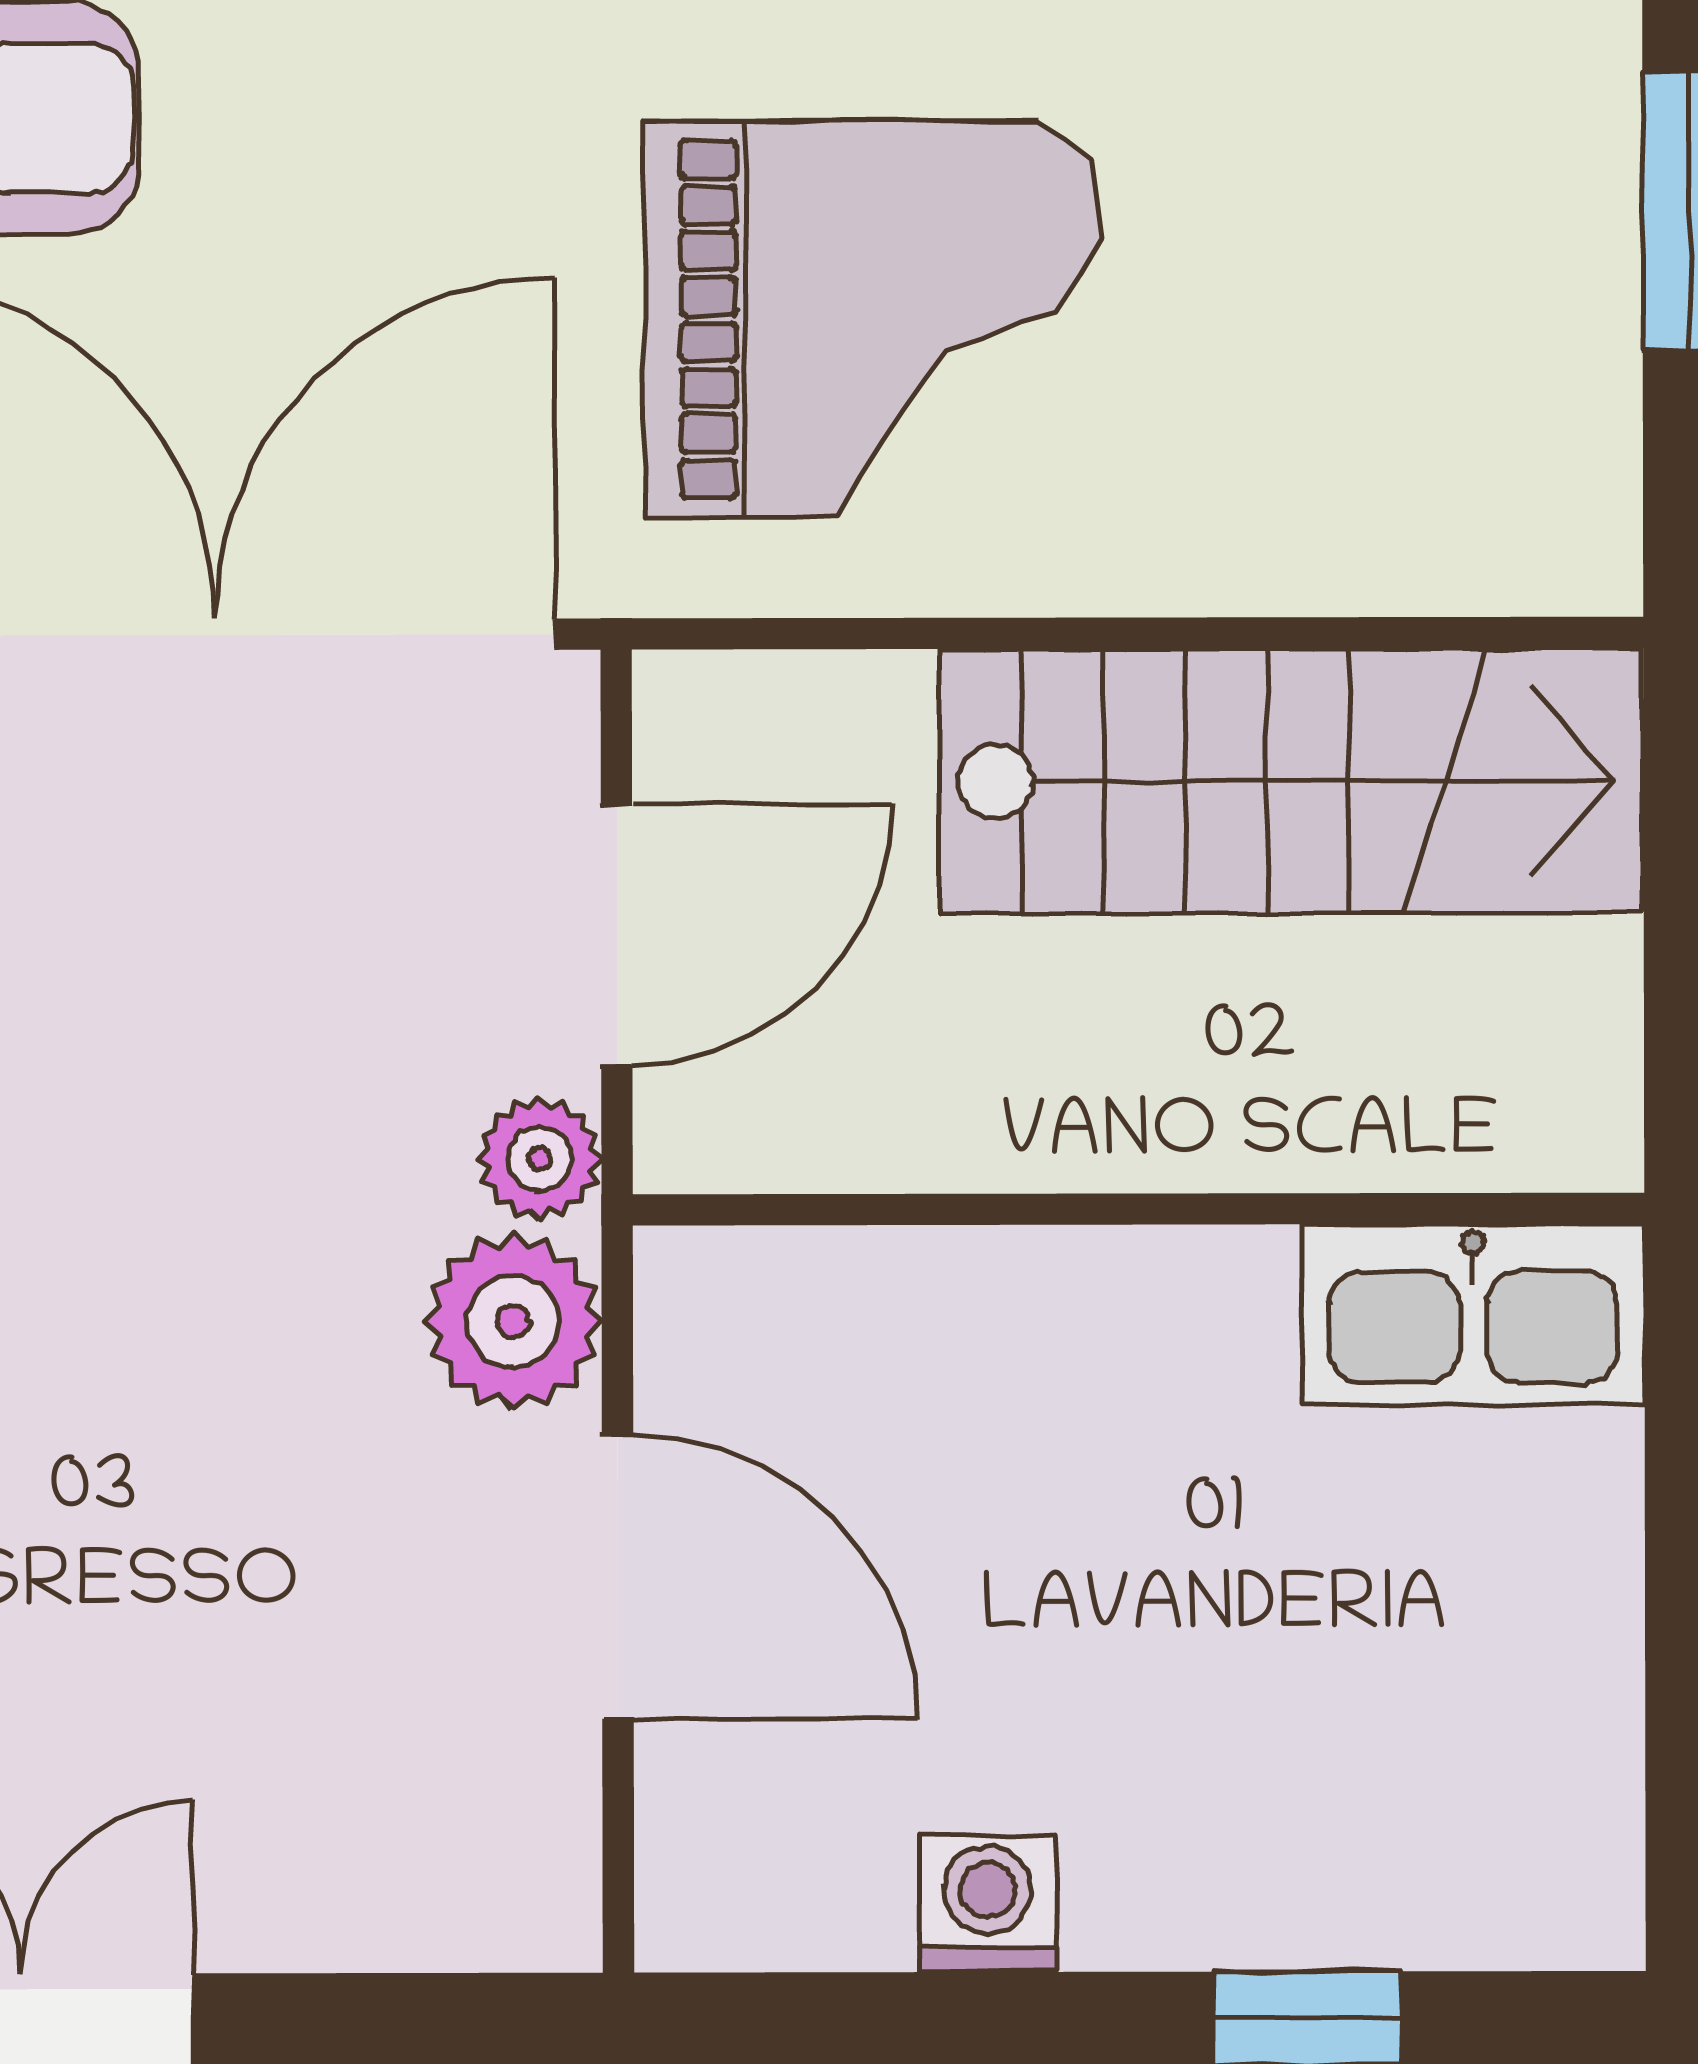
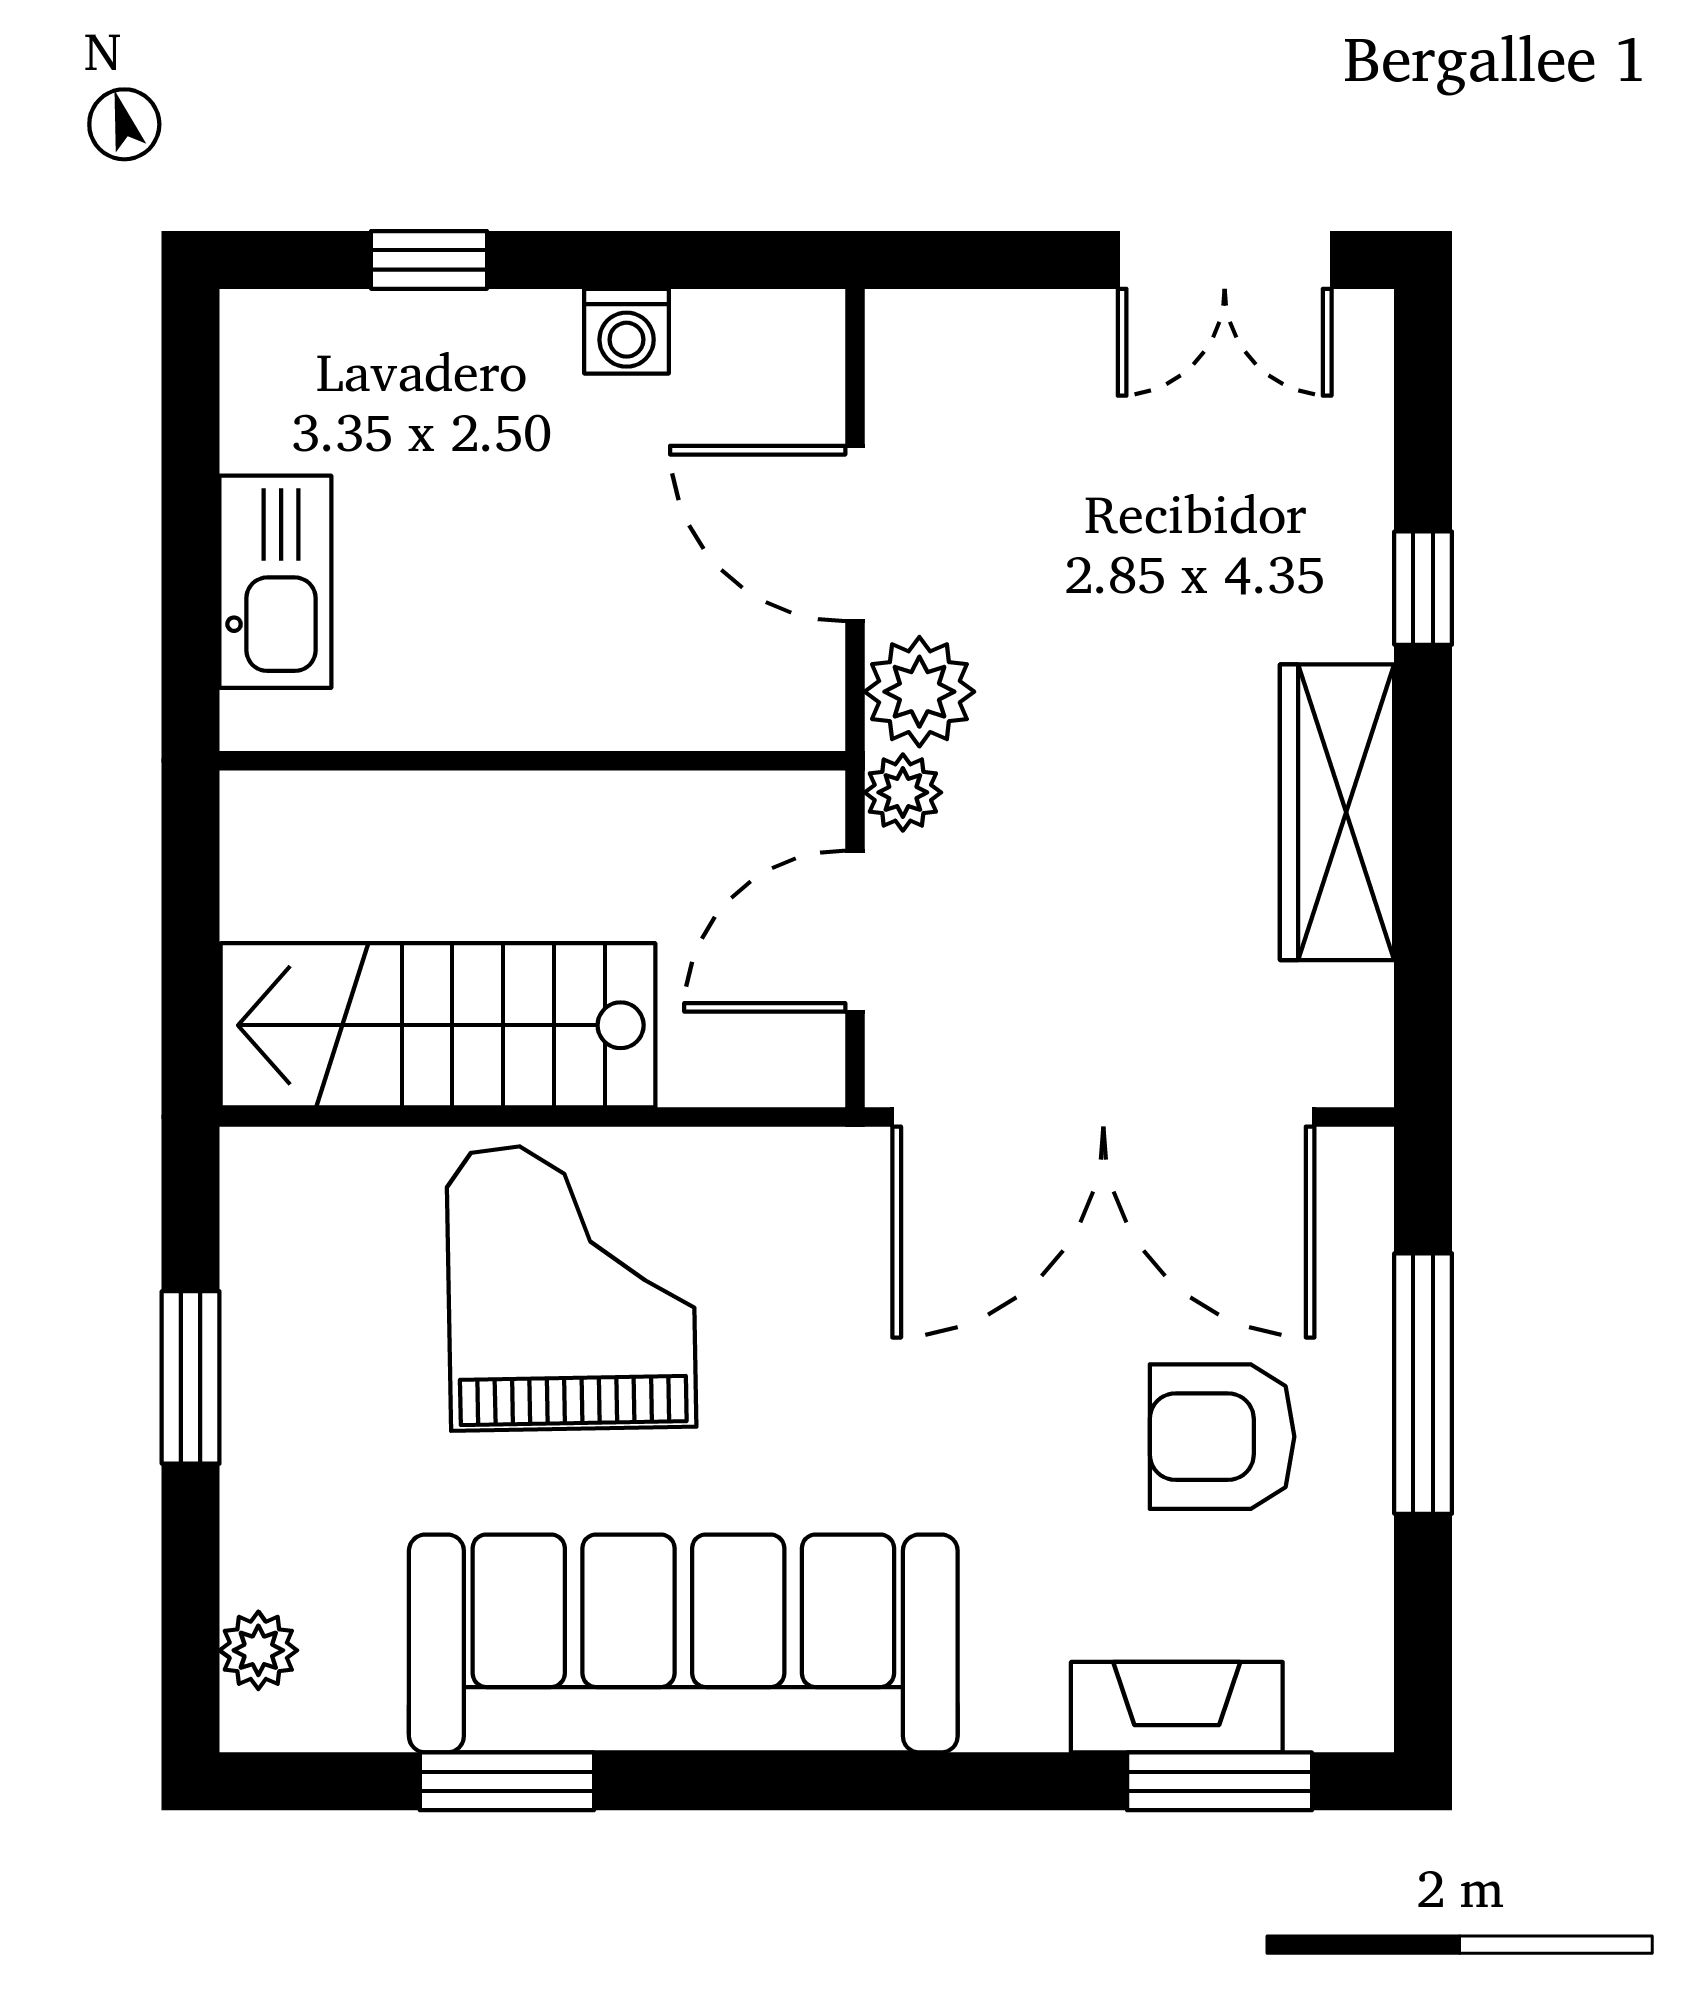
grand piano: (873, 319) -> (571, 1287), moved, turned 89
kitchen sink: (1473, 1314) -> (275, 582), moved, turned 90

